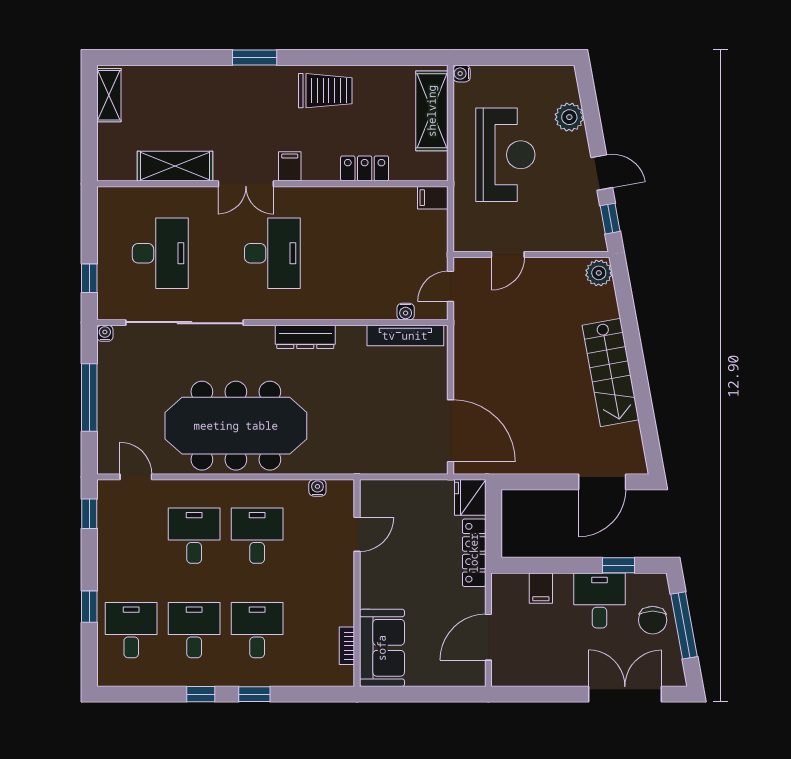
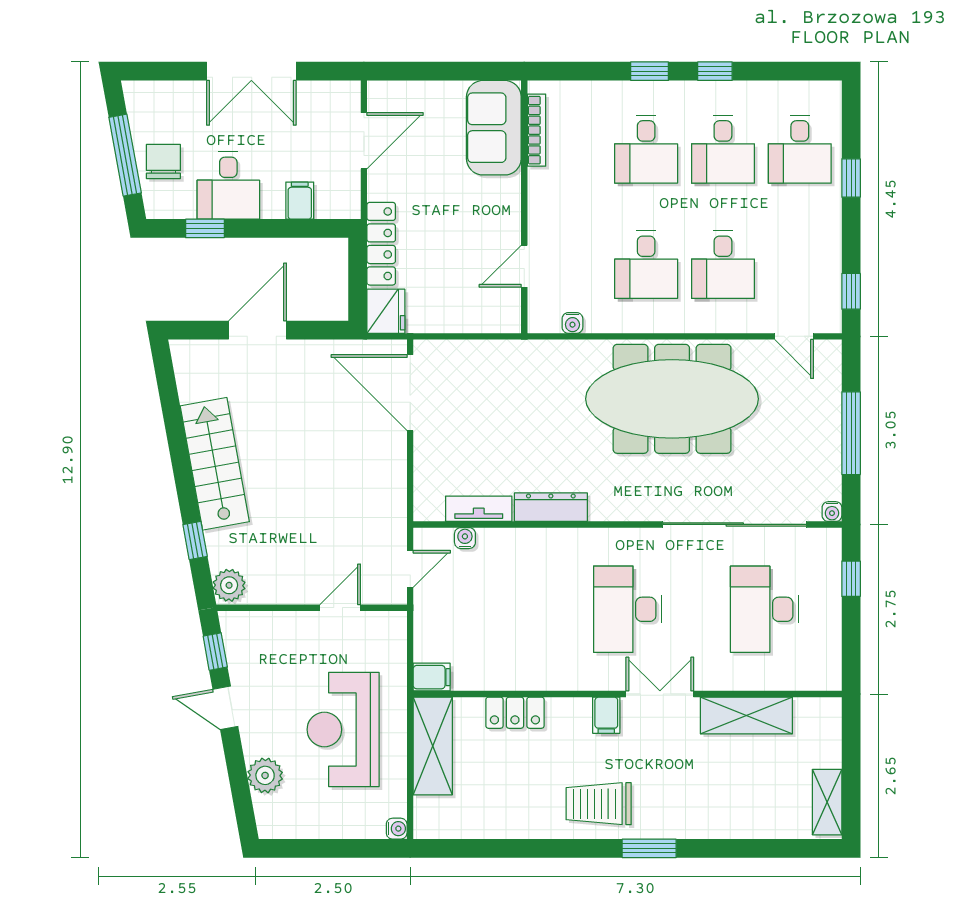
trolley: (325, 91) -> (599, 804), moved
shelving: (432, 111) -> (433, 746), moved
window: (627, 310) -> (195, 540), added
tv unit: (405, 336) -> (479, 509), width x0.71
dresser: (305, 337) -> (551, 507), moved
door: (602, 482) -> (258, 330), moved
bookcase: (347, 646) -> (537, 130), width x1.56
double door: (625, 694) -> (251, 71), moved

